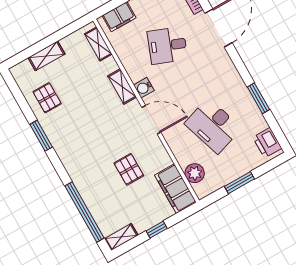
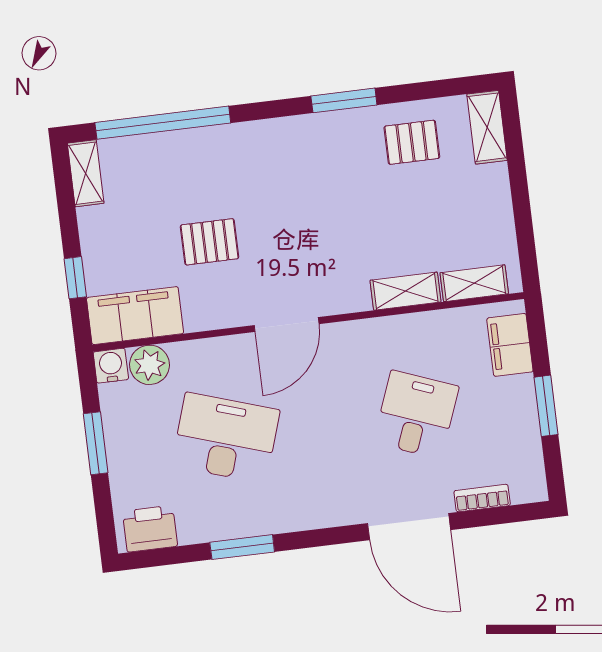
shelving: (46, 56) -> (487, 127), moved
shelving: (122, 87) -> (405, 291), moved
water cooler: (144, 88) -> (111, 366), moved
desk: (213, 126) -> (226, 438), turned 36
window: (157, 230) -> (75, 278), moved

